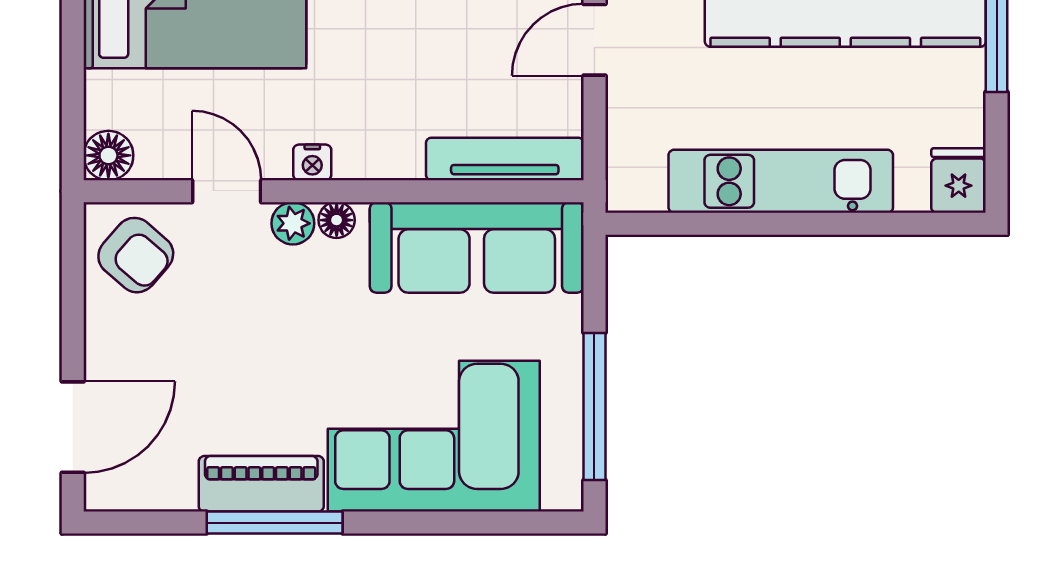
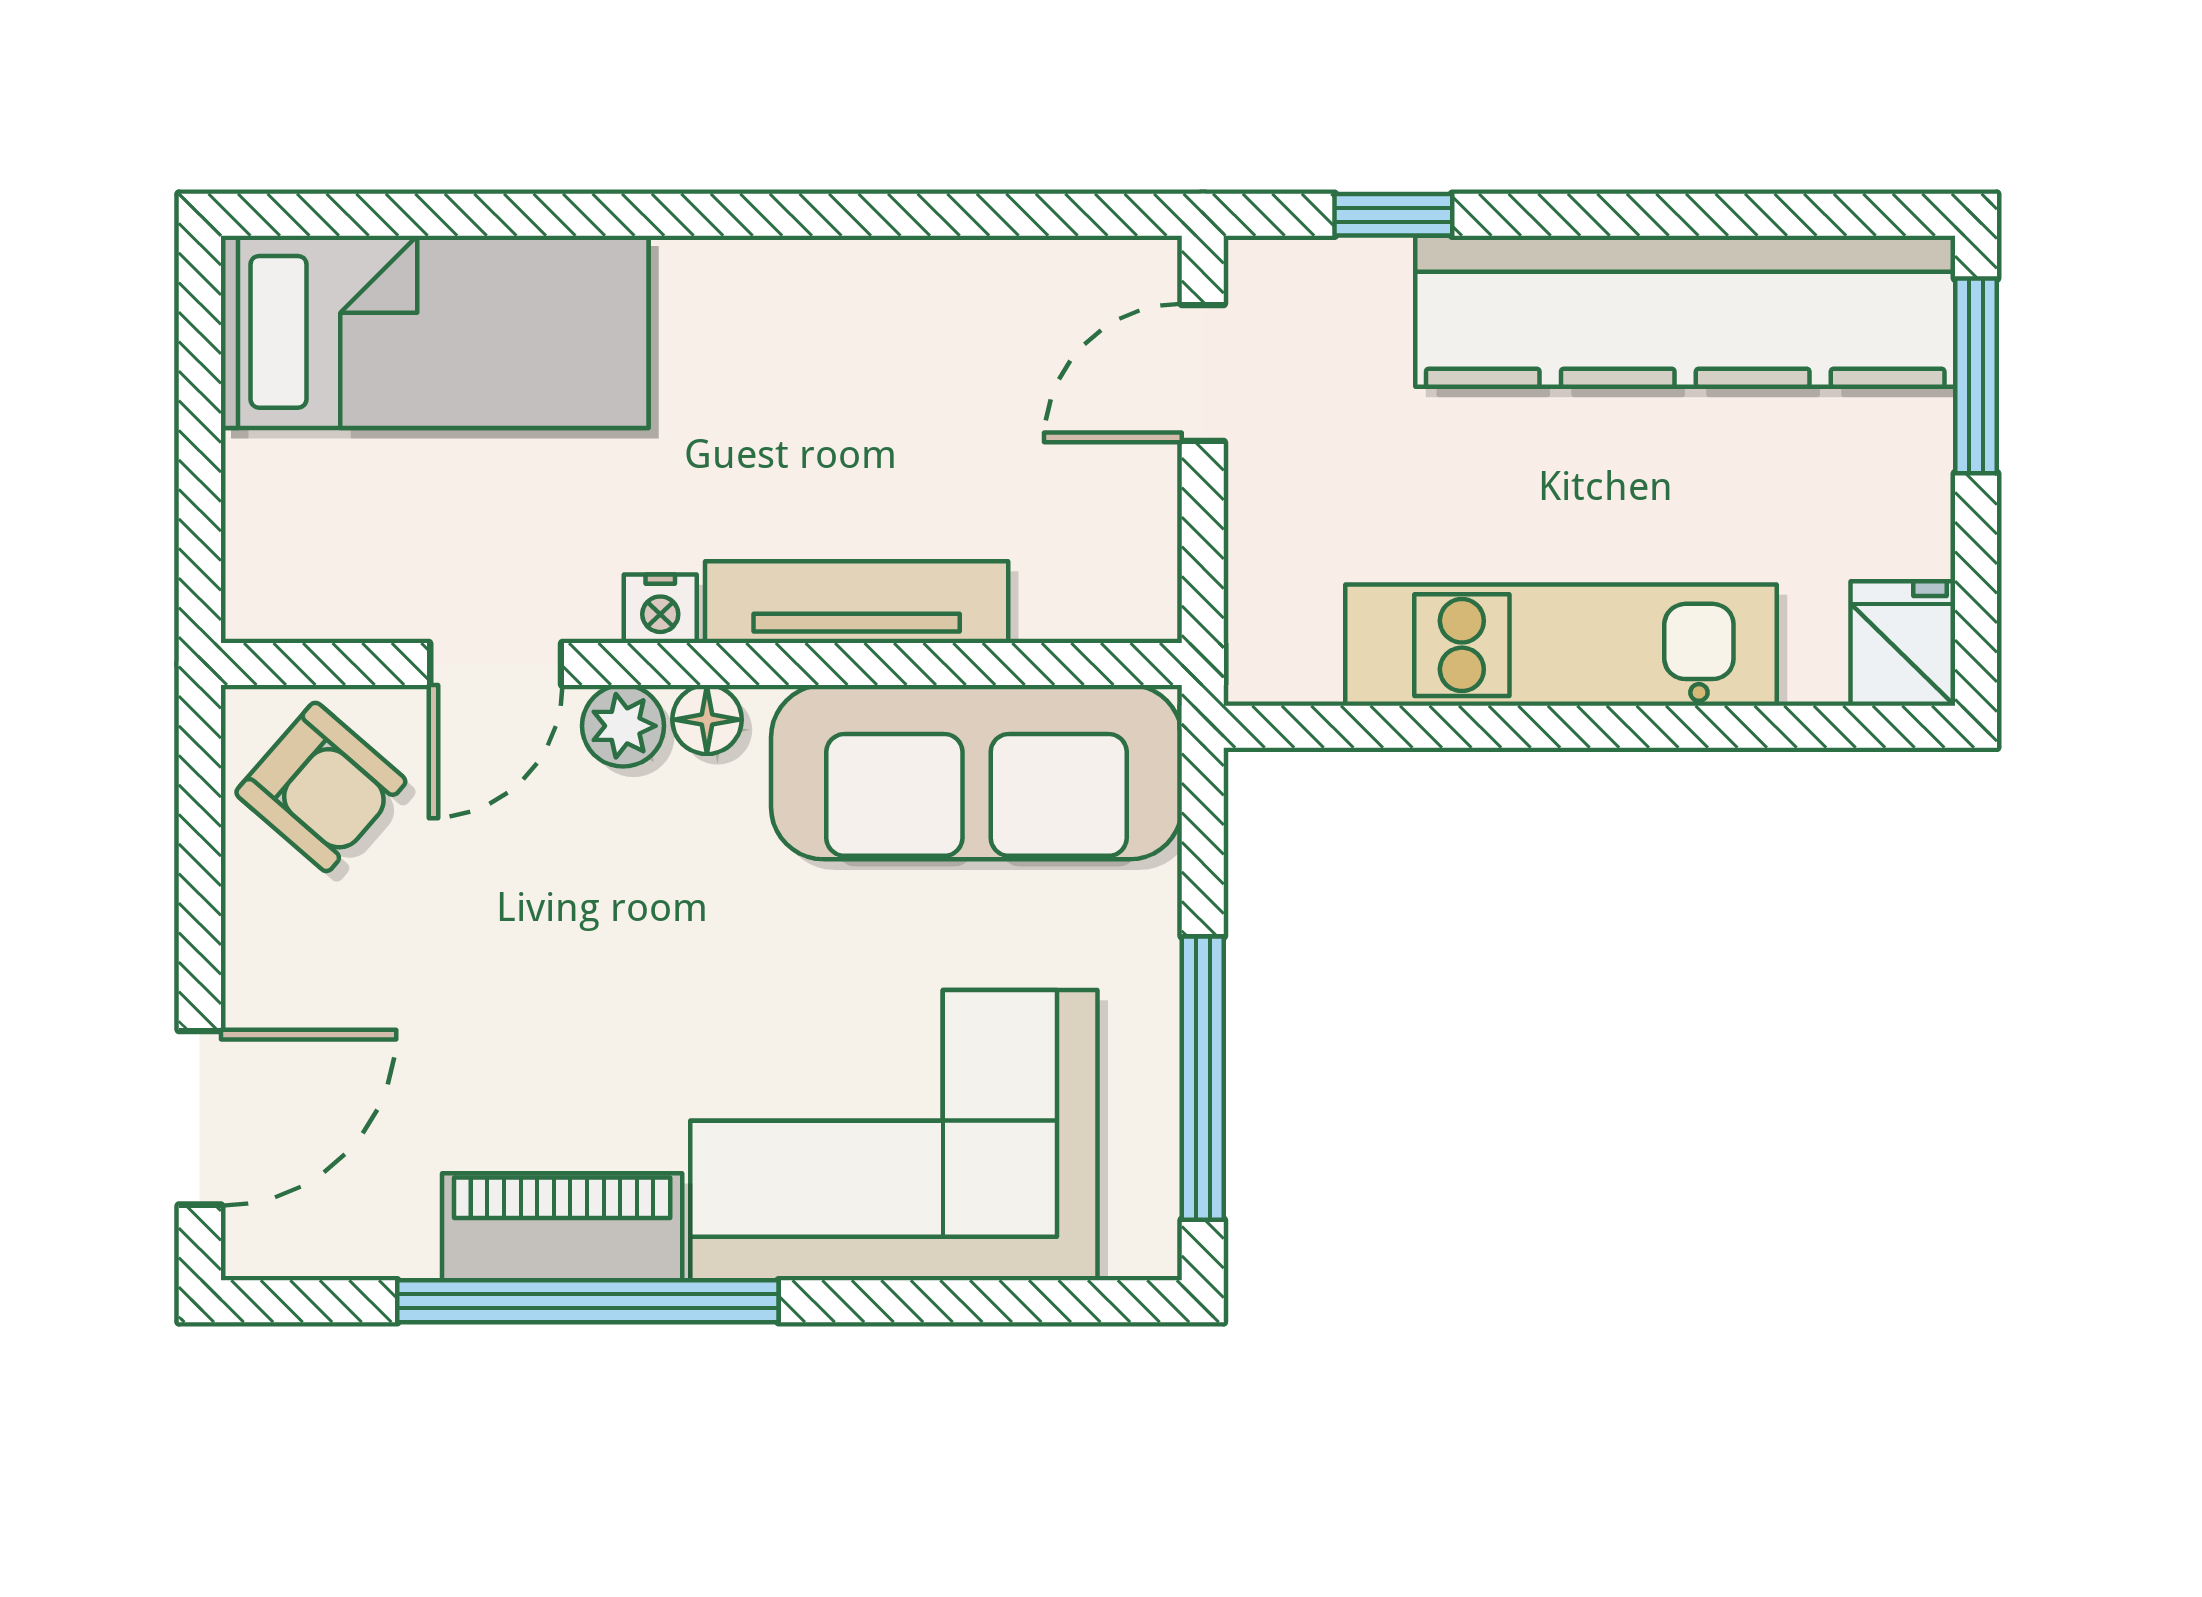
floor lamp: (108, 155) -> (268, 595), removed
tv unit: (505, 159) -> (857, 602), moved
door: (227, 191) -> (496, 664), swing flipped
window: (275, 523) -> (588, 1301), width x1.46

